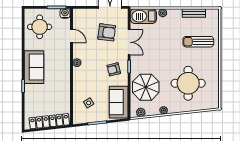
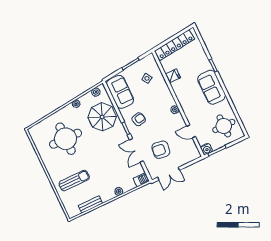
barbecue: (143, 16) -> (141, 180), width x0.53, depth x0.65
fridge: (64, 94) -> (173, 76), added

